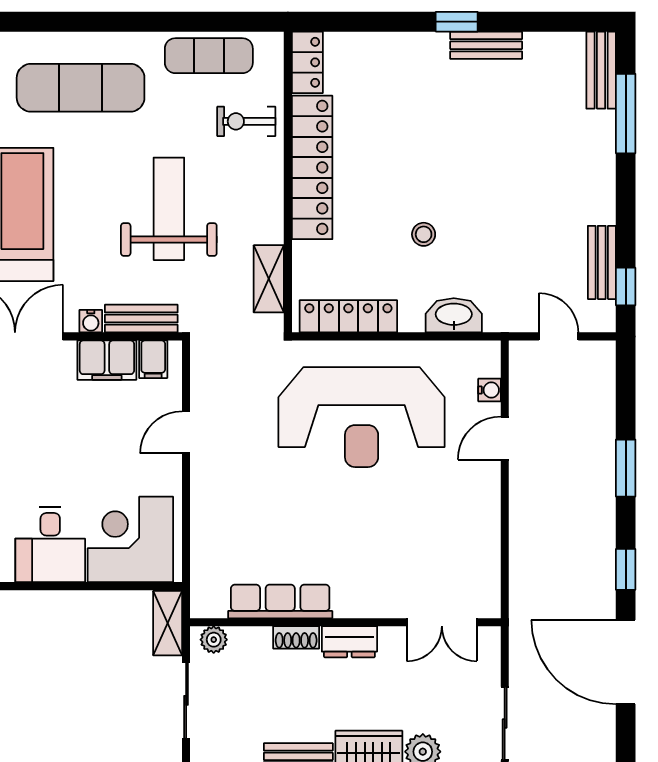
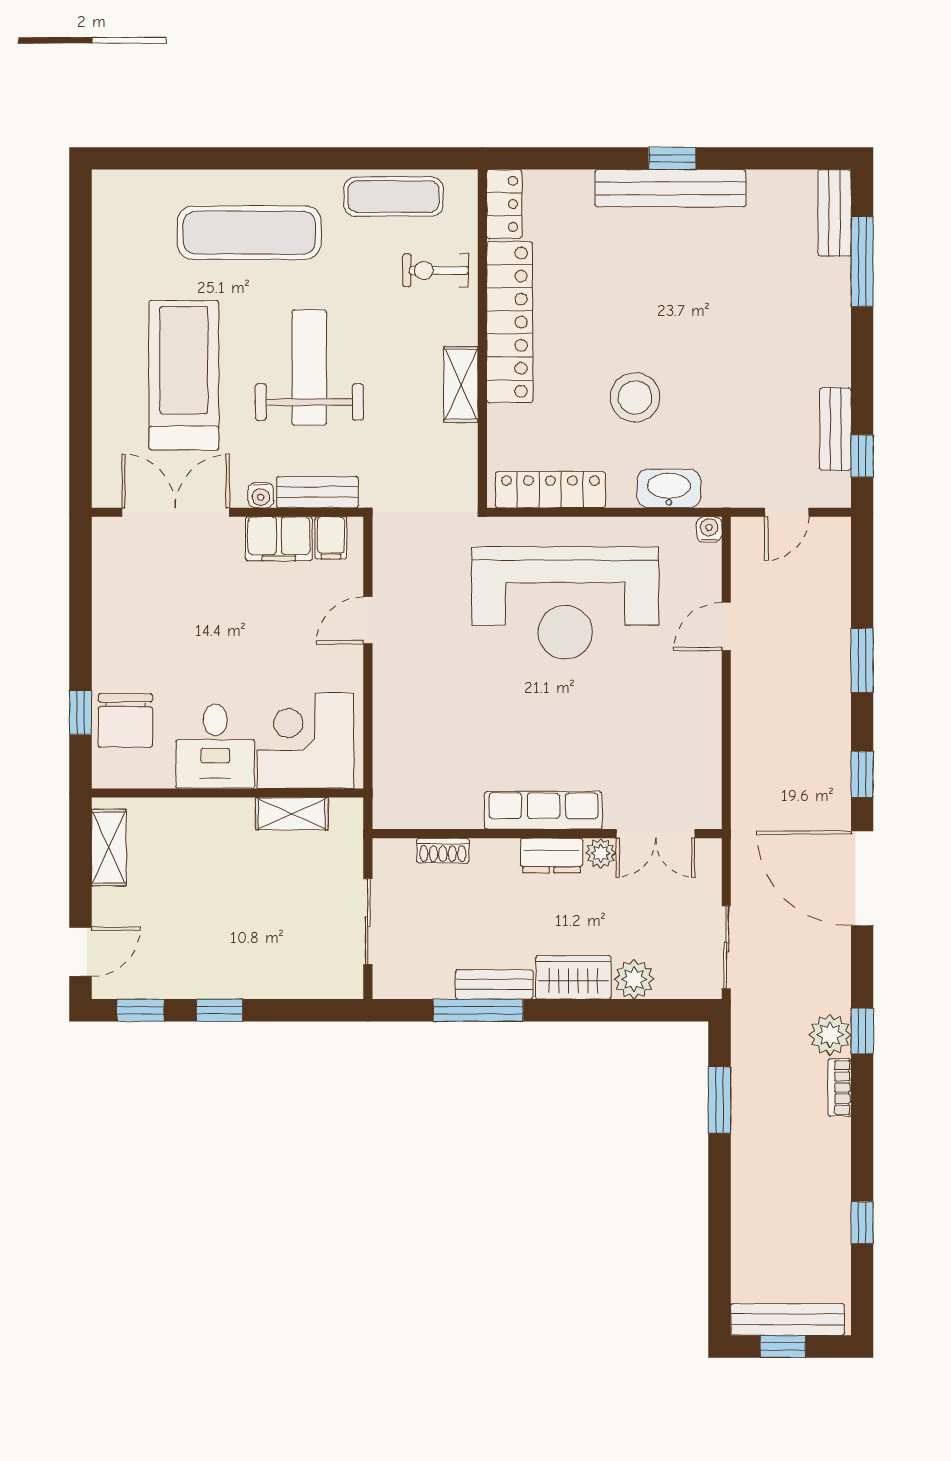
bench: (486, 45) -> (670, 188), width x1.86, depth x1.21
weight bench: (169, 209) -> (309, 367), moved
stool: (424, 234) -> (635, 397), width x1.89, depth x1.89
shelving: (269, 279) -> (461, 384), moved
door: (559, 336) -> (787, 512), swing flipped
water cooler: (489, 390) -> (709, 529), moved, turned -90
row of seats: (280, 601) -> (543, 810), moved
shelving: (168, 623) -> (292, 814), moved, turned 90
shoe rack: (296, 637) -> (443, 851), moved
plant: (214, 640) -> (601, 853), moved

